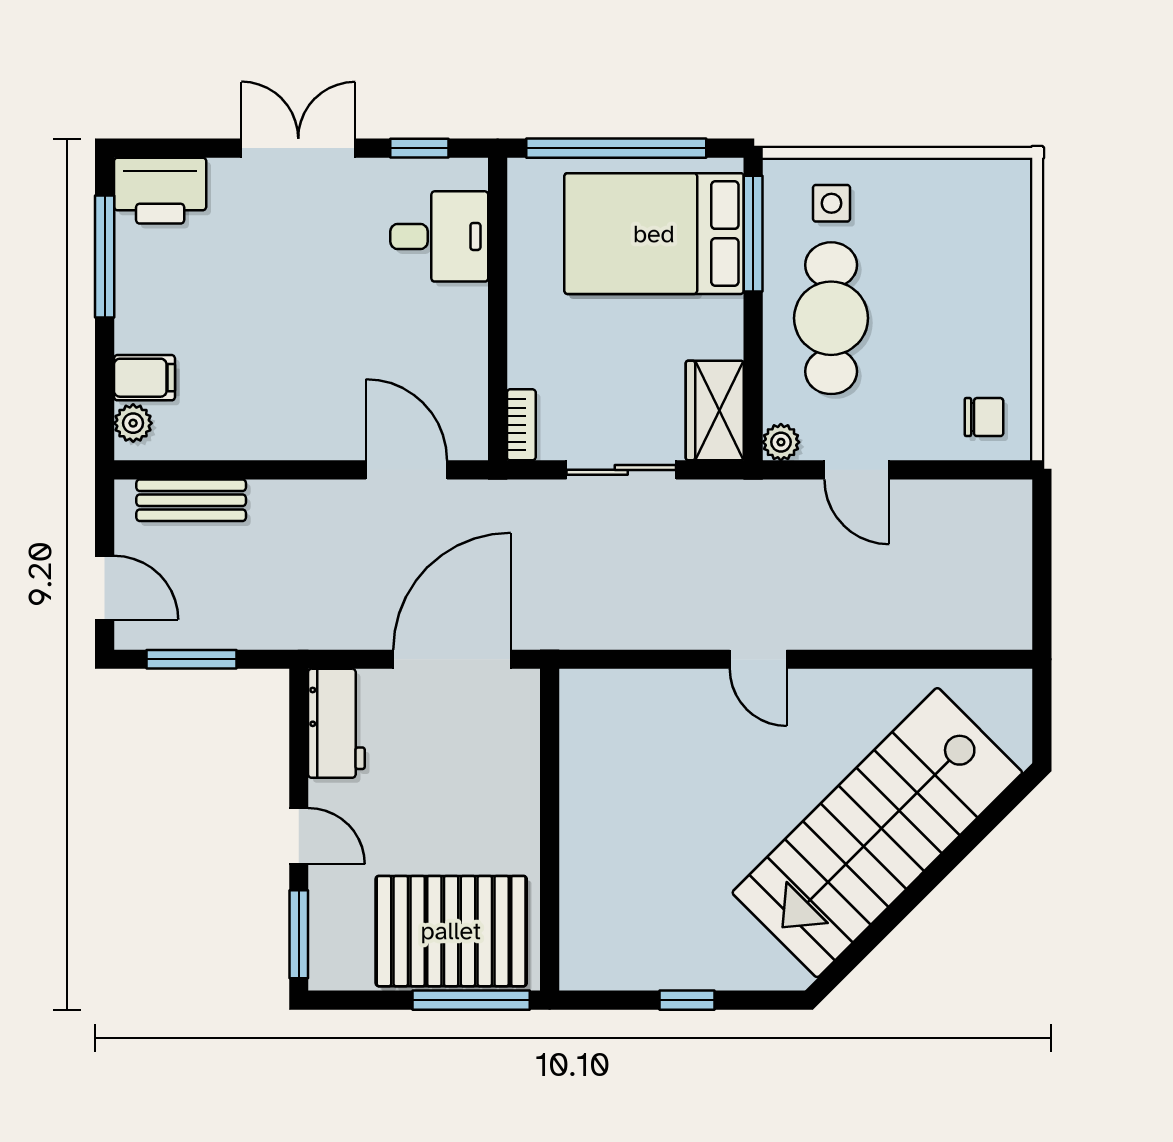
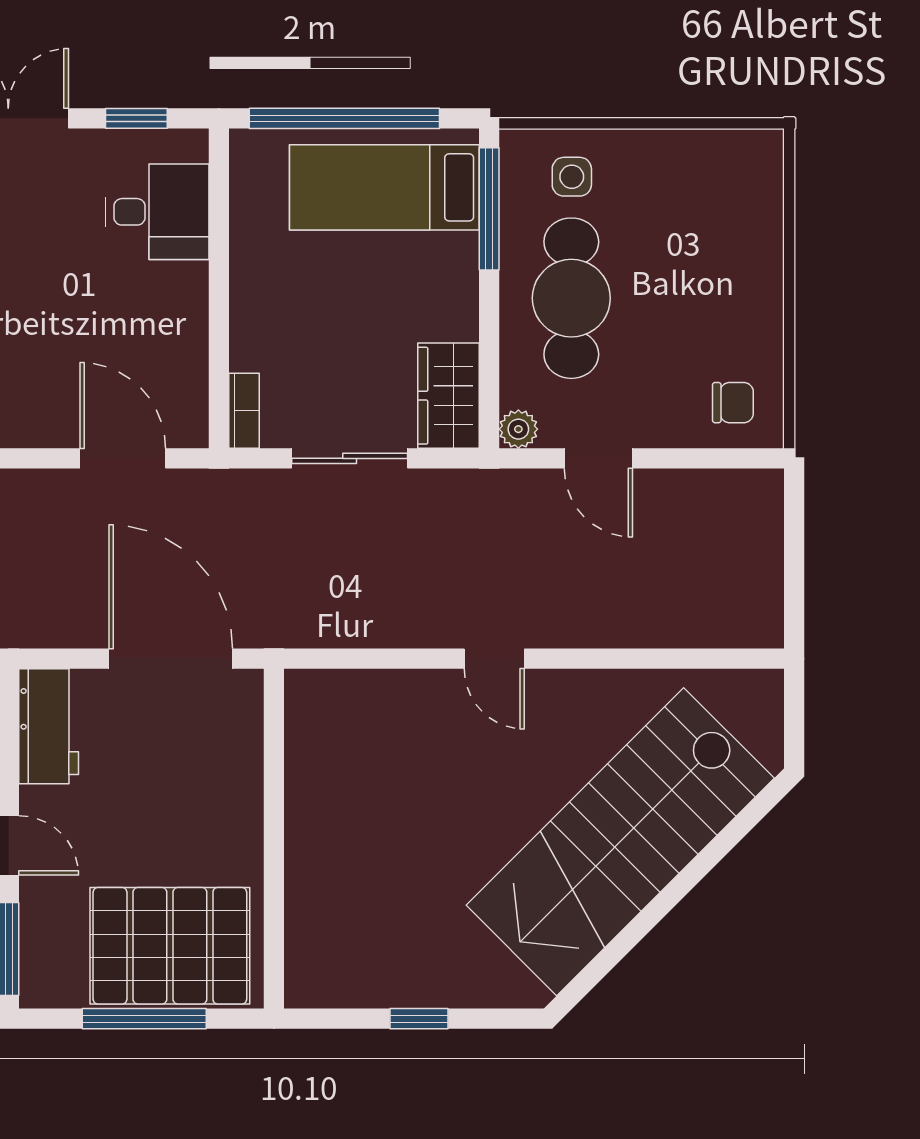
bed: (654, 234) -> (384, 187), width x0.67
door: (452, 659) -> (171, 659), hinge flipped
window: (471, 1000) -> (144, 1019), moved

